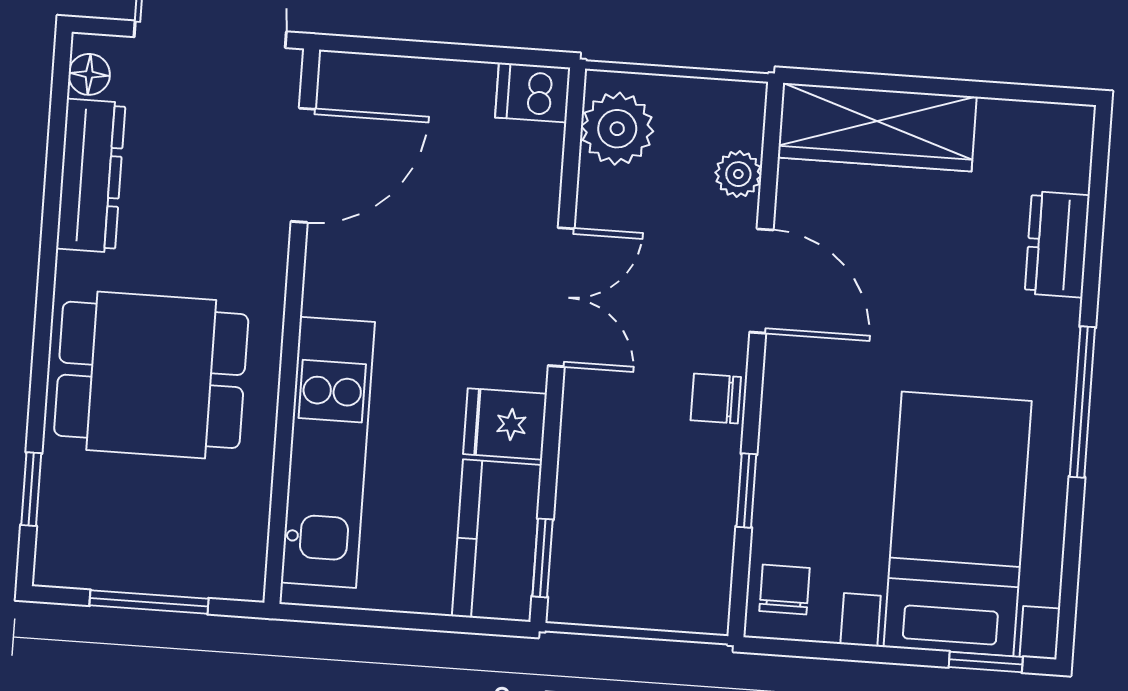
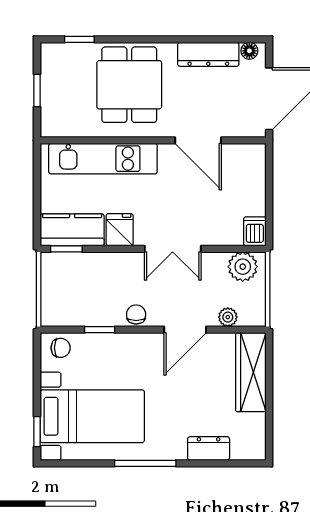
door: (303, 165) -> (198, 140), moved
window: (149, 602) -> (37, 90), width x0.67

